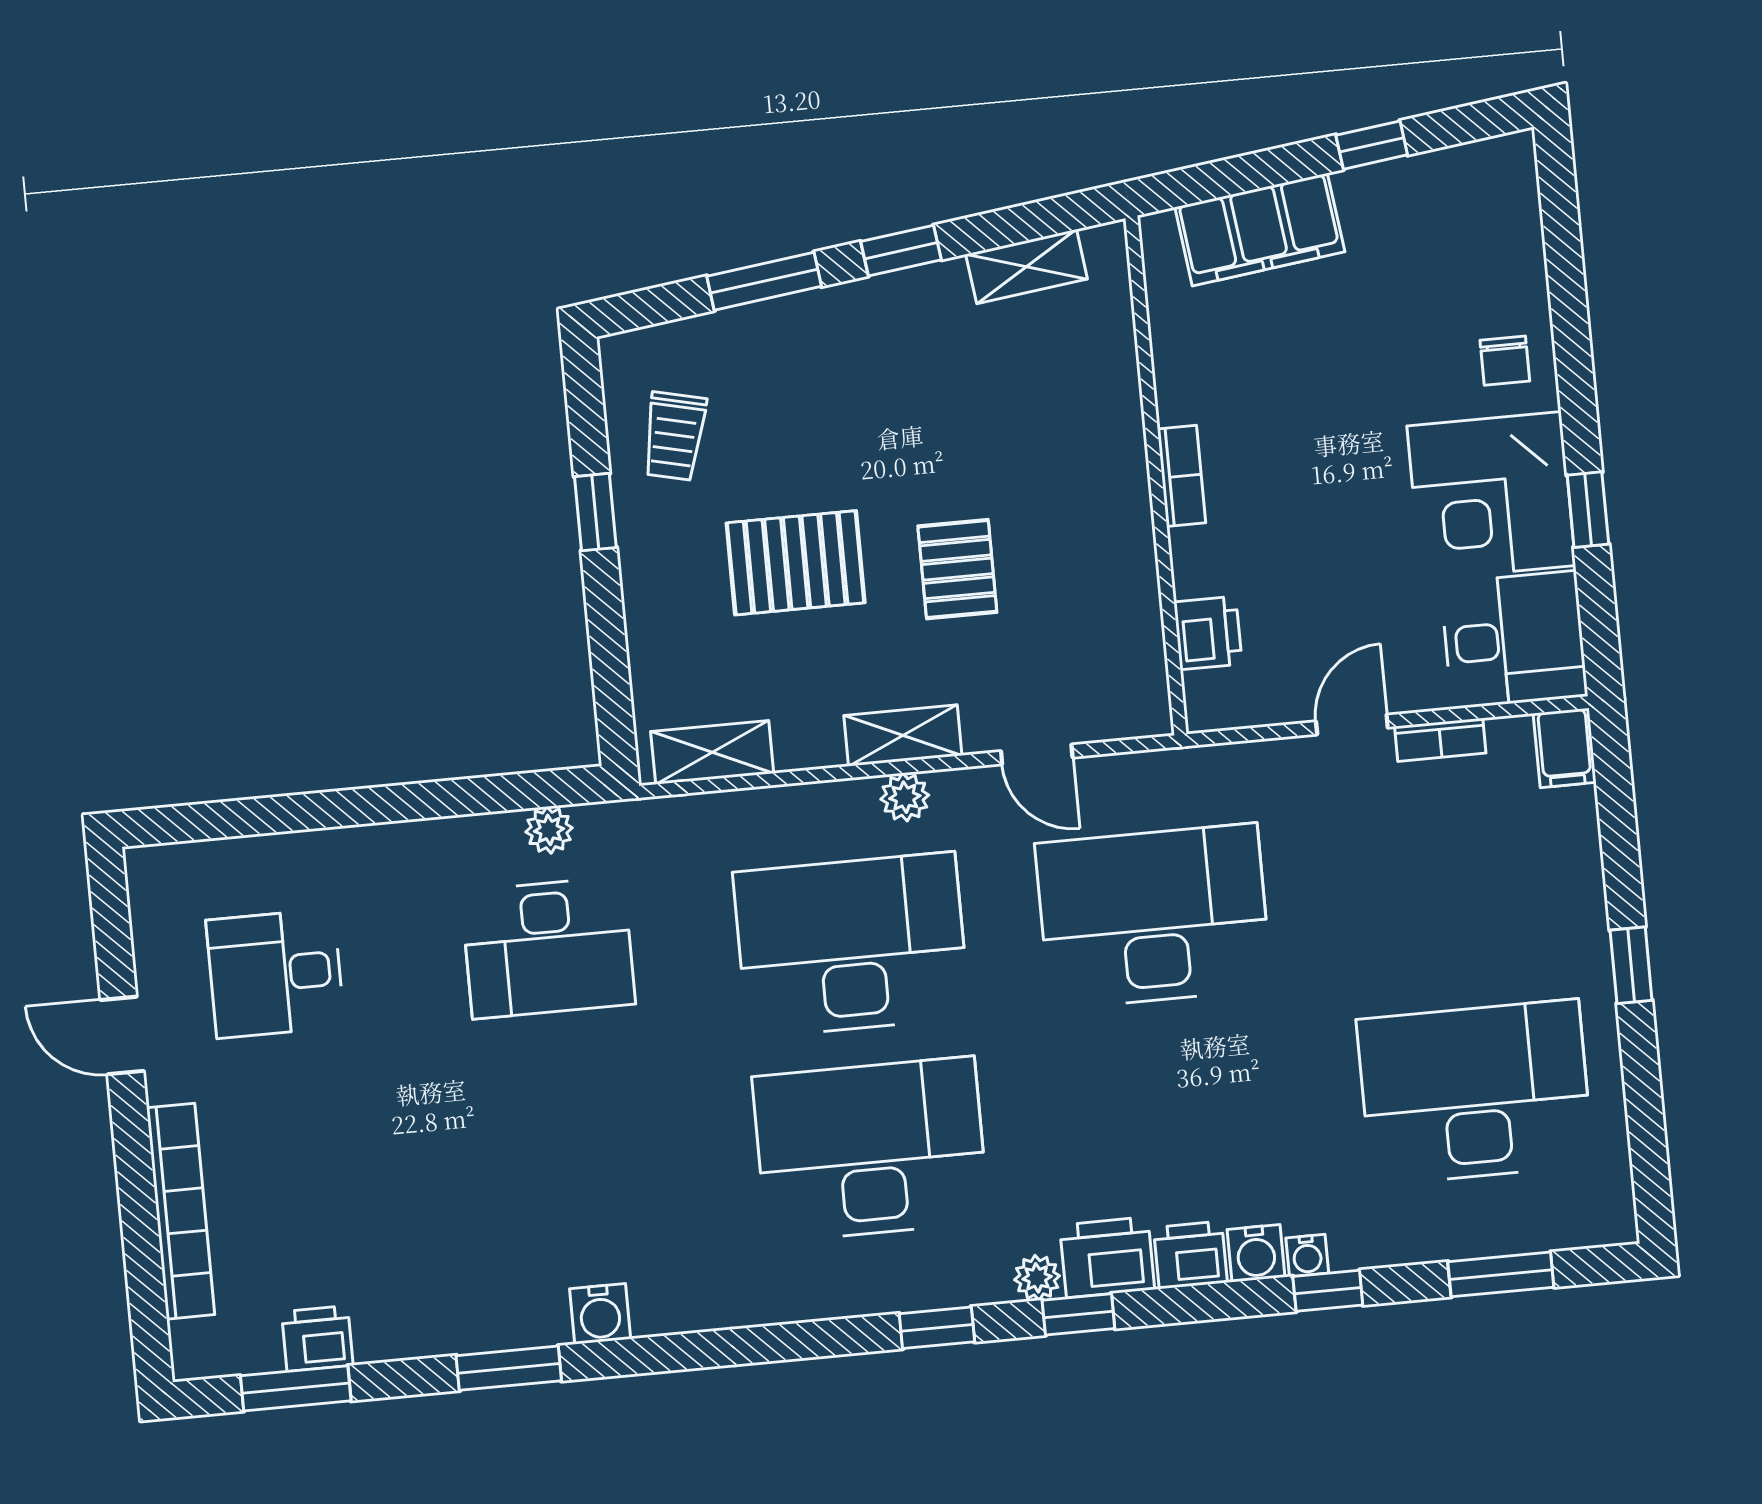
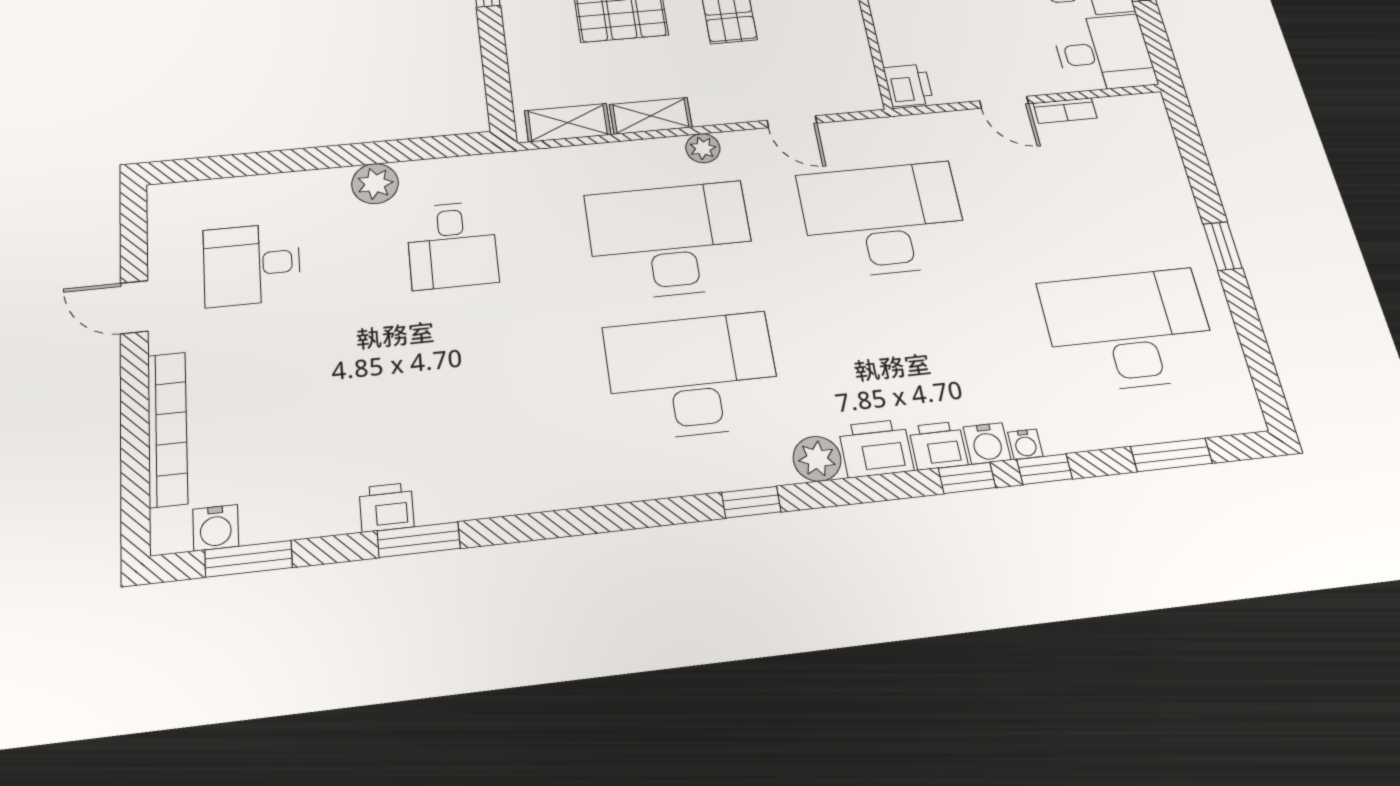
printer: (1208, 633) -> (908, 85), moved
door: (1352, 725) -> (1004, 102), swing flipped
shelving: (903, 735) -> (651, 116), moved
filing cabinet: (1565, 748) -> (1150, 115), removed
plant: (549, 830) -> (375, 184), moved, width x1.38, depth x1.38
desk: (548, 948) -> (452, 245), width x0.73
plant: (1037, 1278) -> (817, 459), width x1.38, depth x1.38
water cooler: (600, 1314) -> (216, 528), moved
window: (1078, 1314) -> (967, 478), moved
printer: (317, 1338) -> (387, 507), moved

